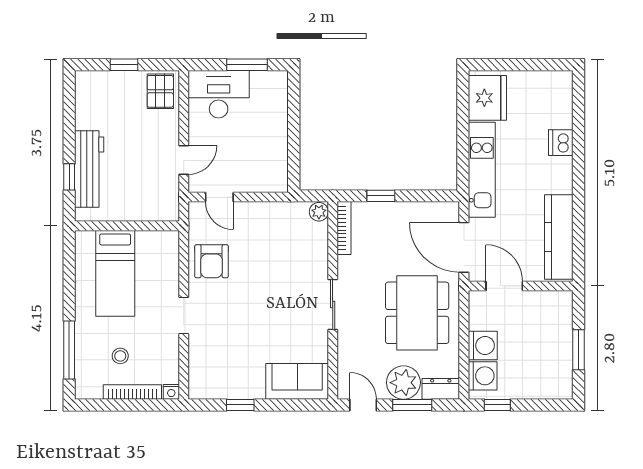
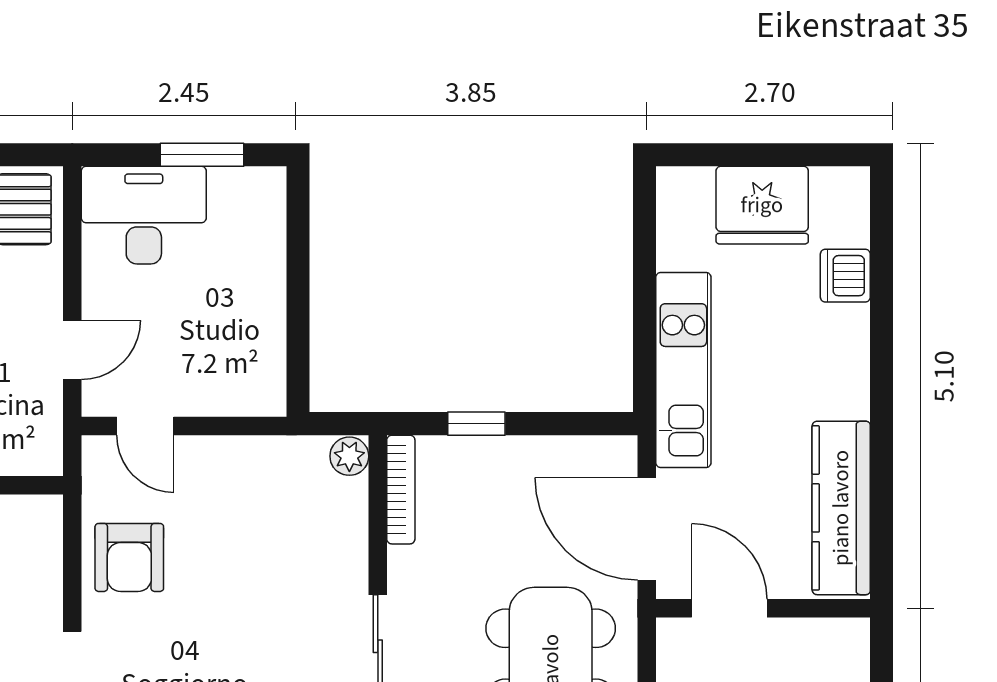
fridge: (487, 98) -> (762, 205), moved, turned 90
dishwasher: (561, 143) -> (845, 276), moved

